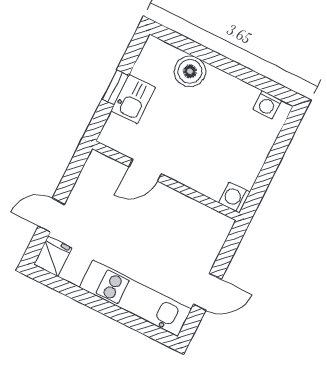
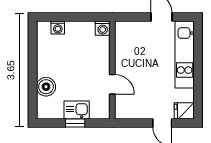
washing machine: (267, 105) -> (58, 27), moved, turned 90

